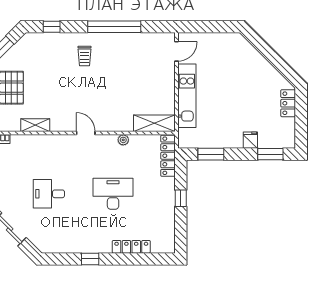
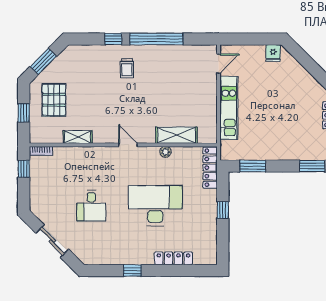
window: (52, 27) -> (113, 39), moved
shelving: (154, 123) -> (176, 135), moved
fridge: (250, 140) -> (273, 53), moved, turned 180
desk: (49, 194) -> (91, 206), turned -90
desk: (113, 194) -> (155, 206), width x1.36, depth x1.30

